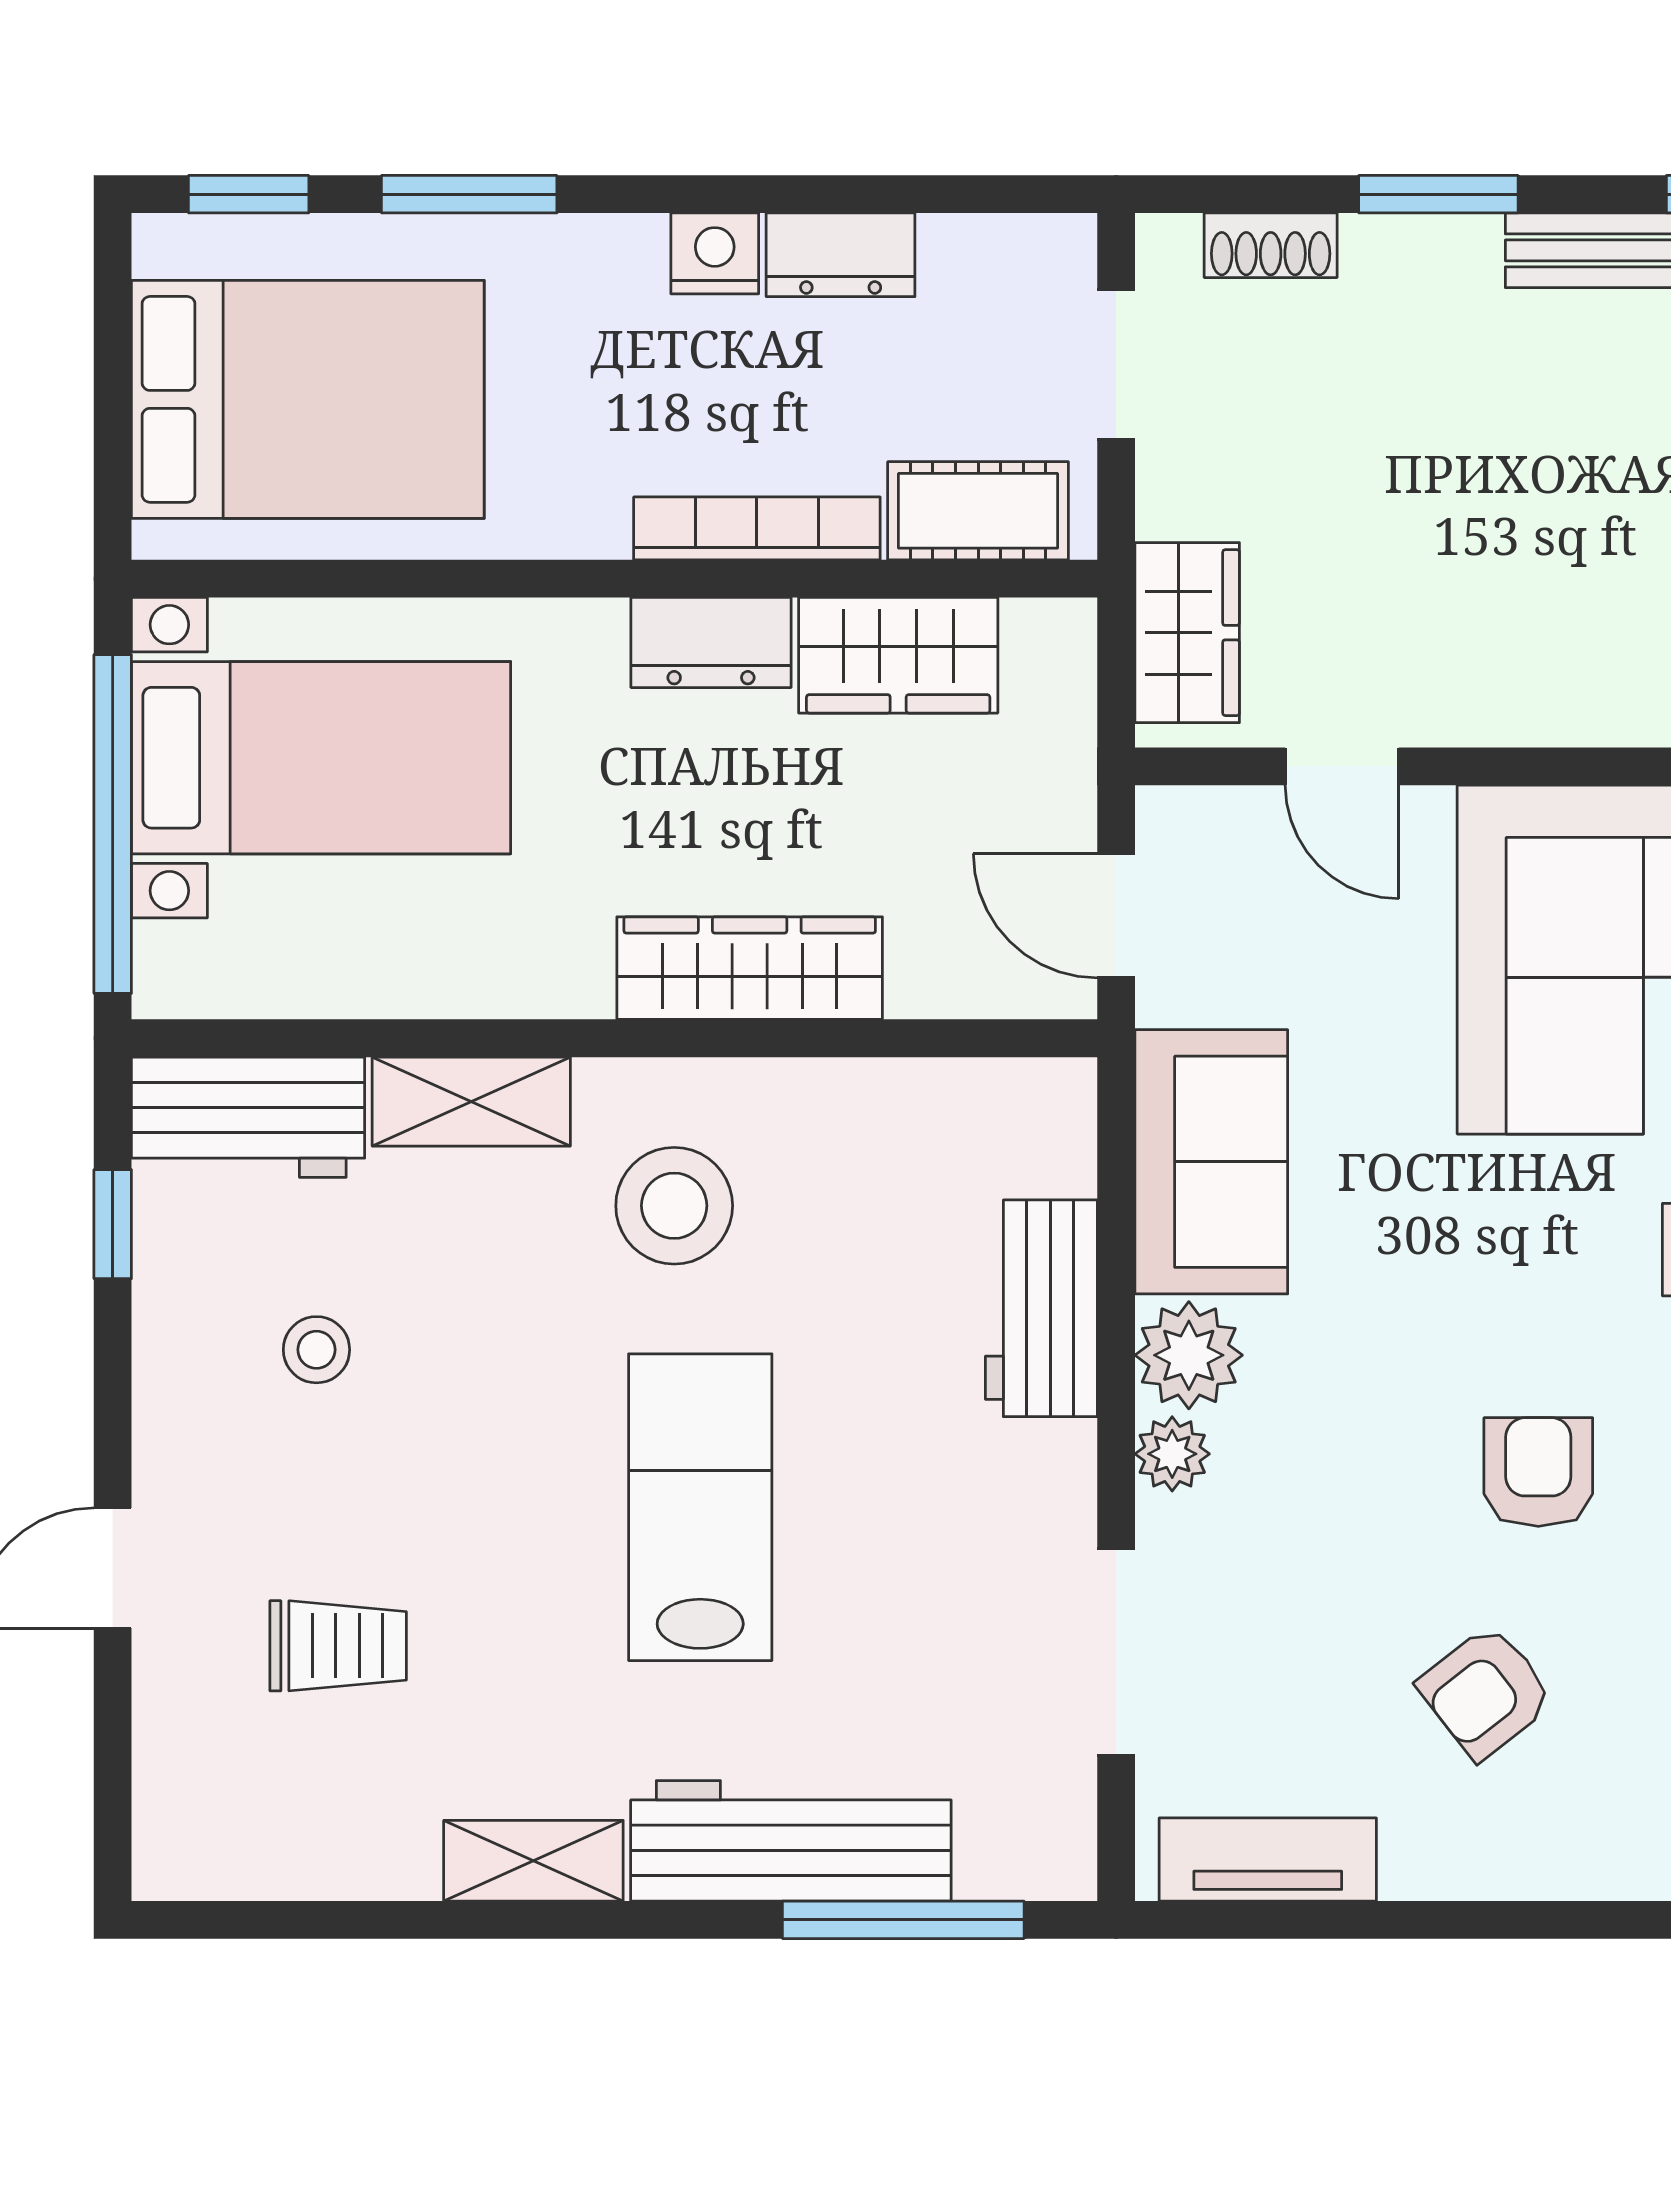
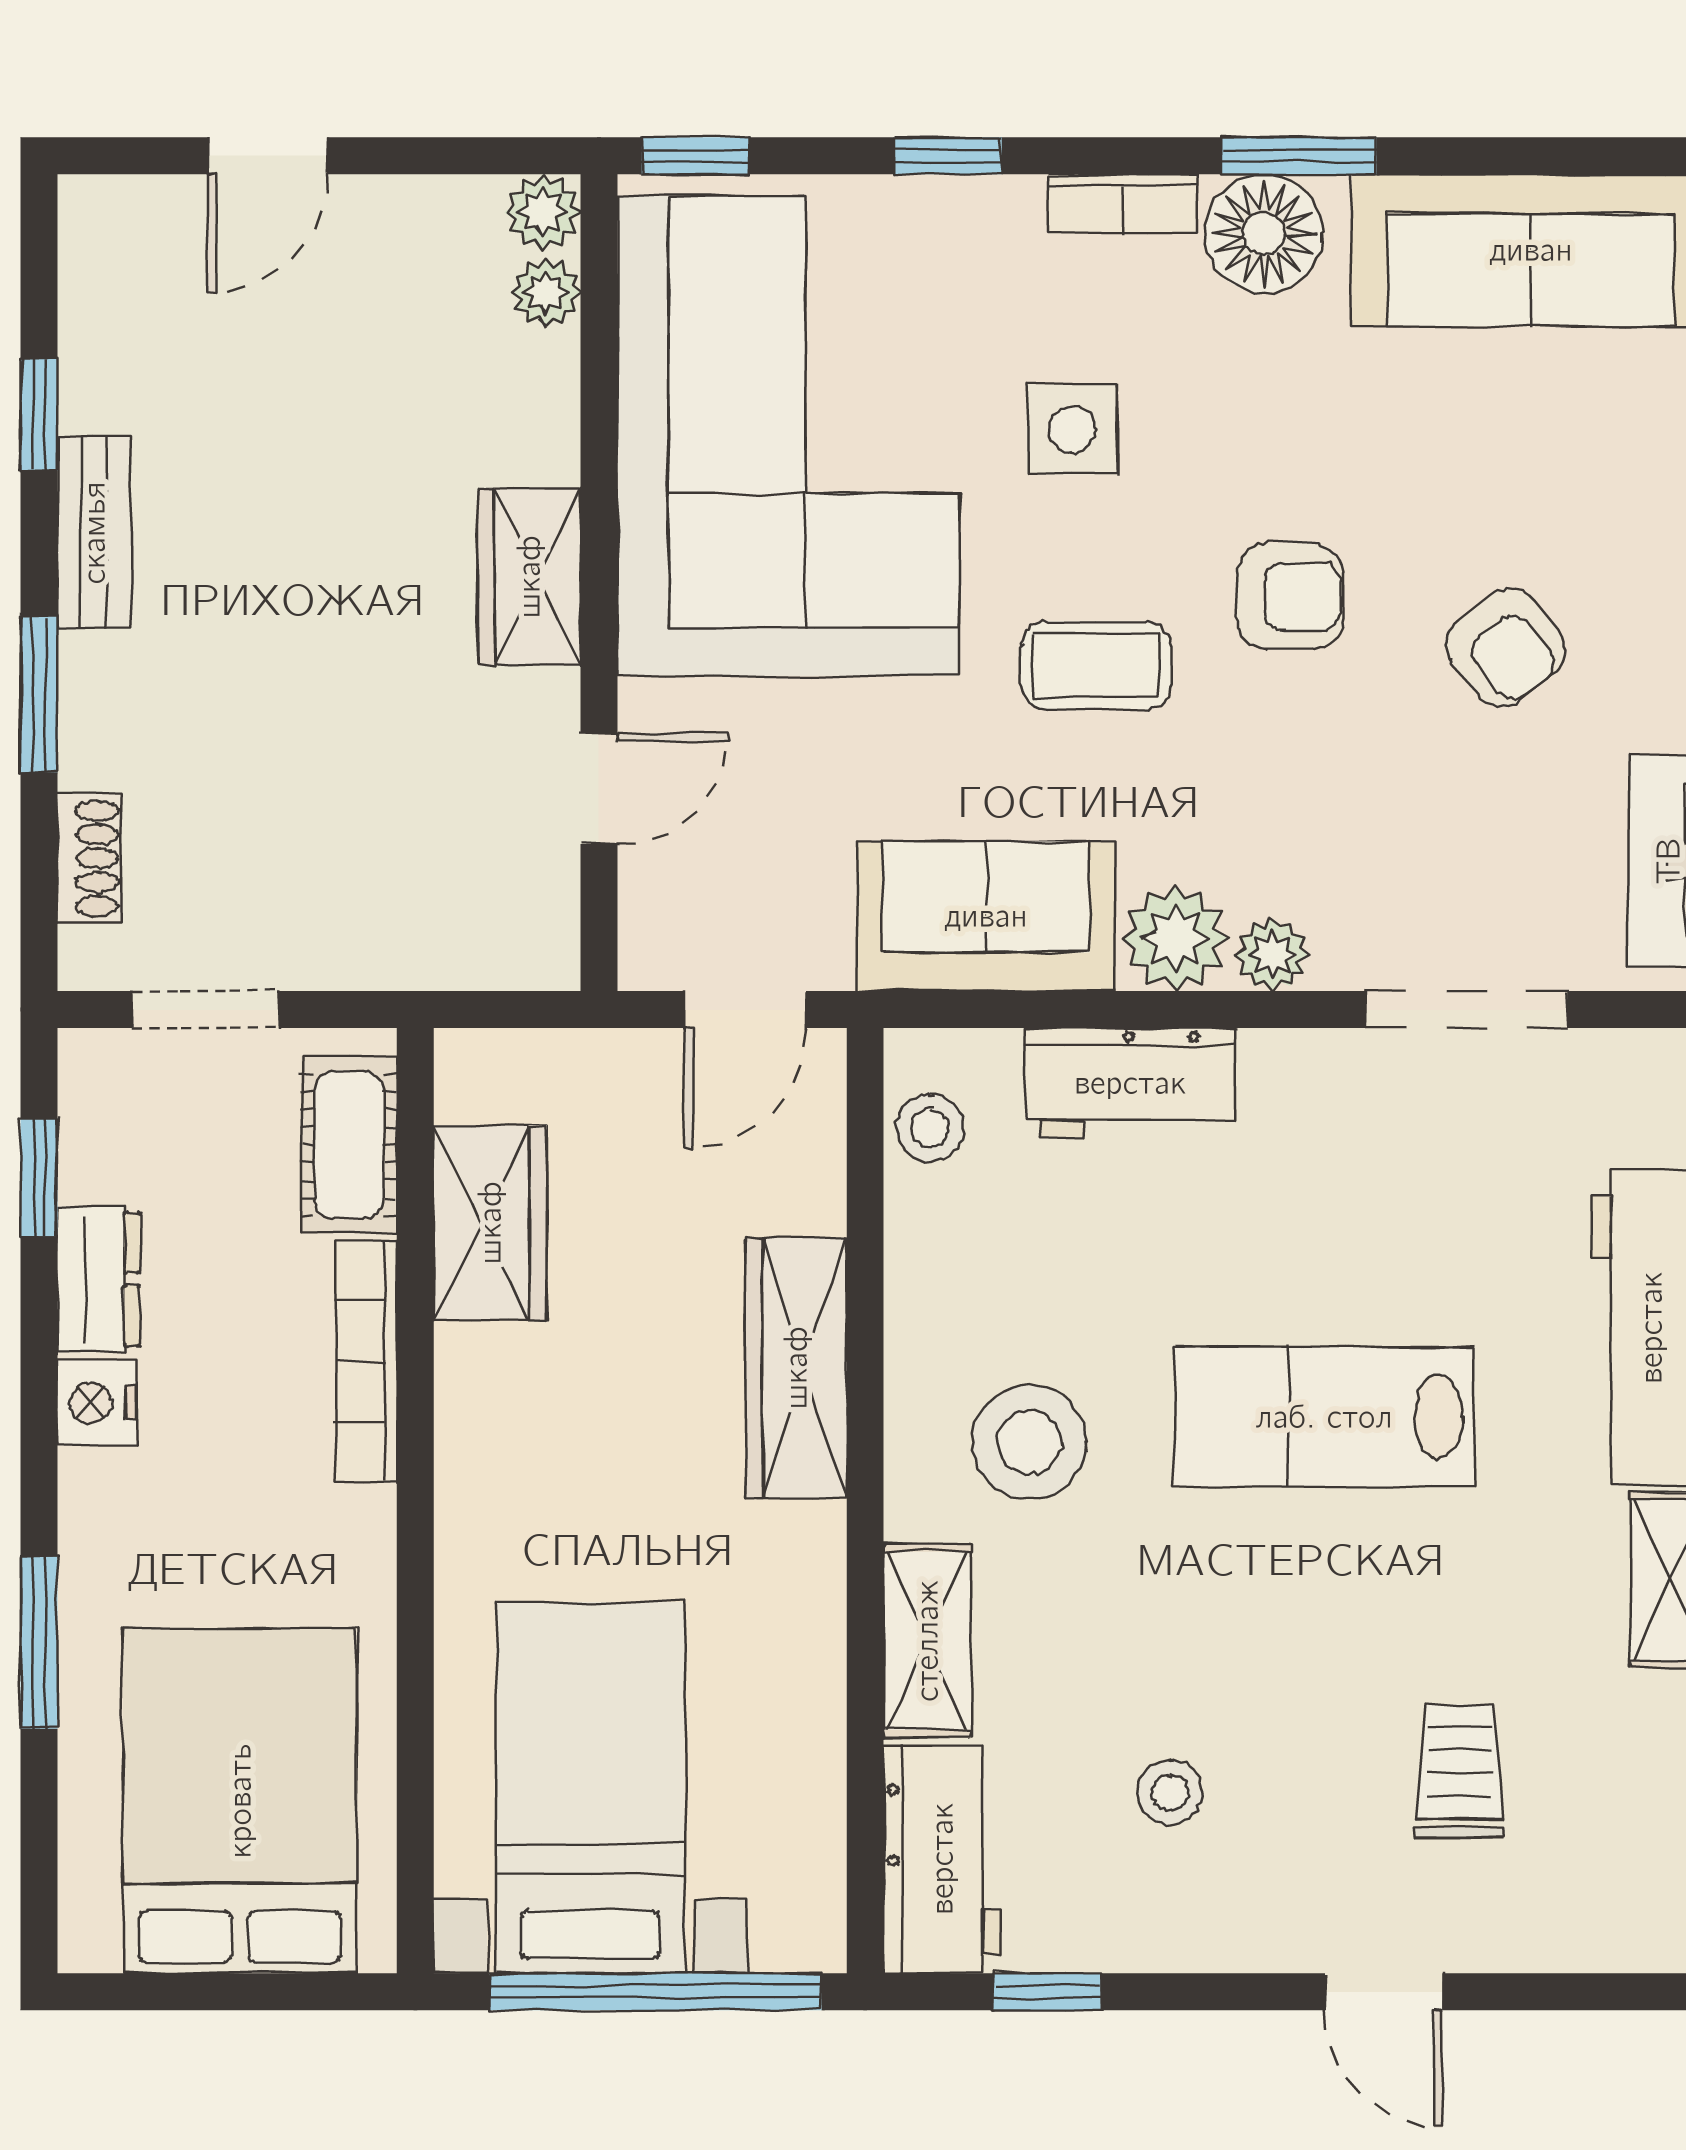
window: (249, 194) -> (39, 1177), moved
wardrobe: (1187, 633) -> (529, 577), moved, turned -90
dresser: (711, 643) -> (478, 1406), removed
stool: (995, 1104) -> (930, 1128), added
coffee table: (1468, 1274) -> (1096, 665), added
armchair: (1538, 1472) -> (1290, 596), turned 180

